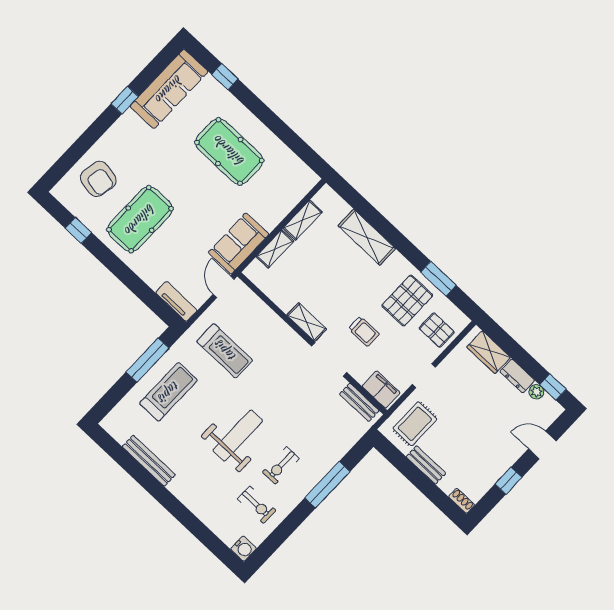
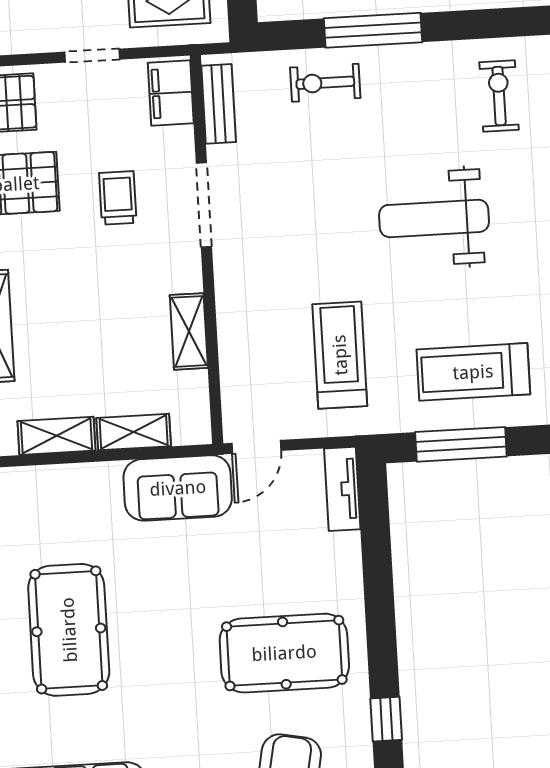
shelving: (307, 322) -> (189, 331), moved
exercise bike: (281, 465) -> (325, 83), moved, turned 180

